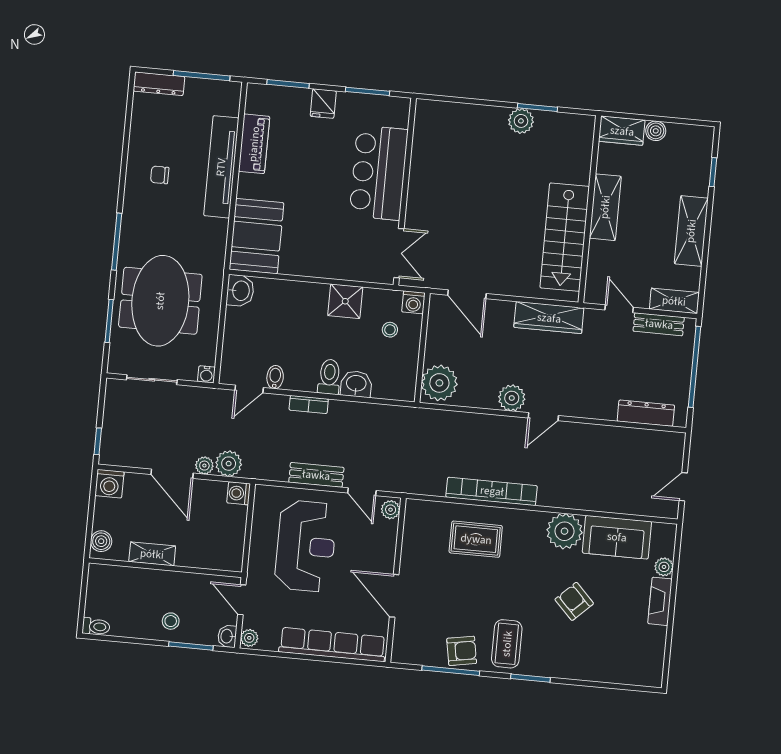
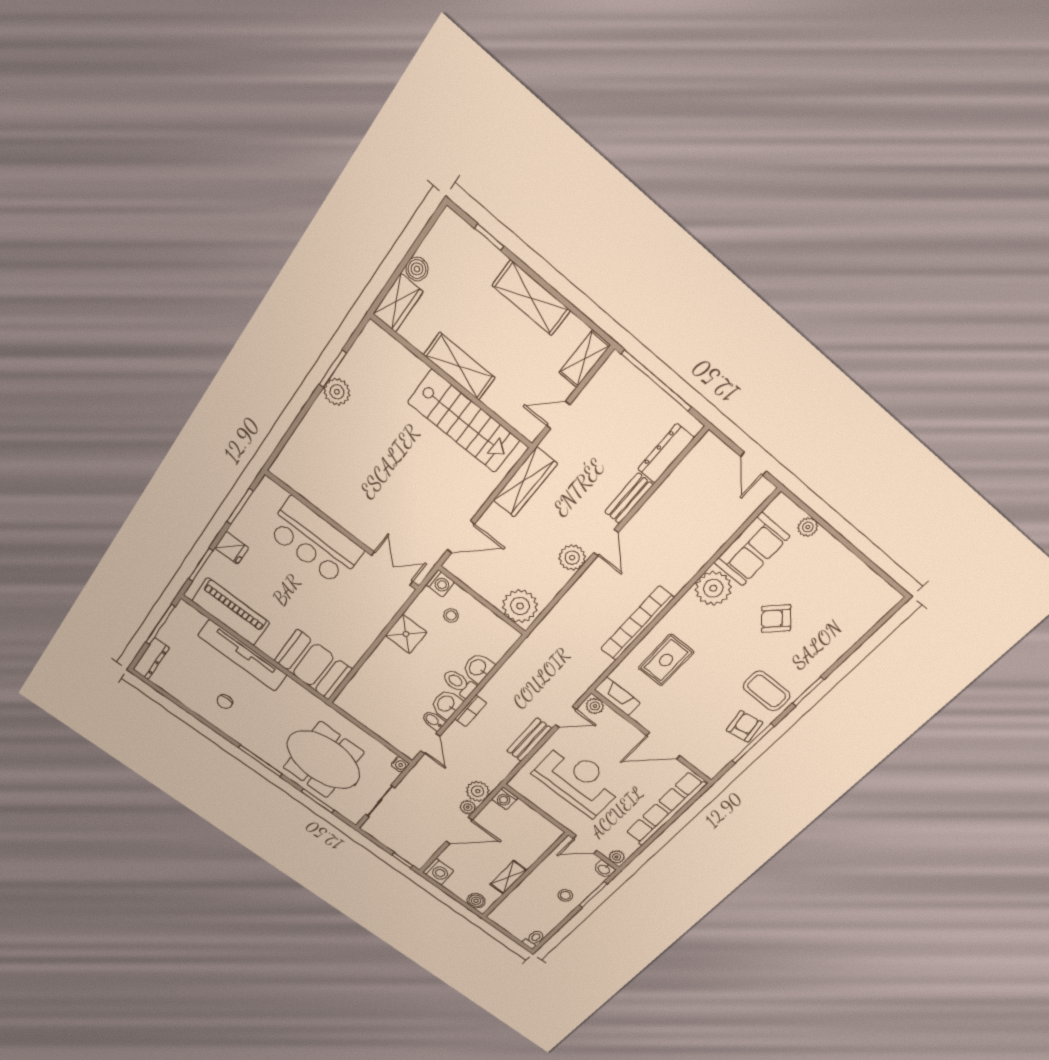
piano: (254, 144) -> (231, 612), width x1.37, depth x1.33
washbasin: (240, 291) -> (446, 704), moved, turned -90
bench: (659, 324) -> (629, 498), moved
fireplace: (660, 601) -> (617, 696), moved, turned 180

